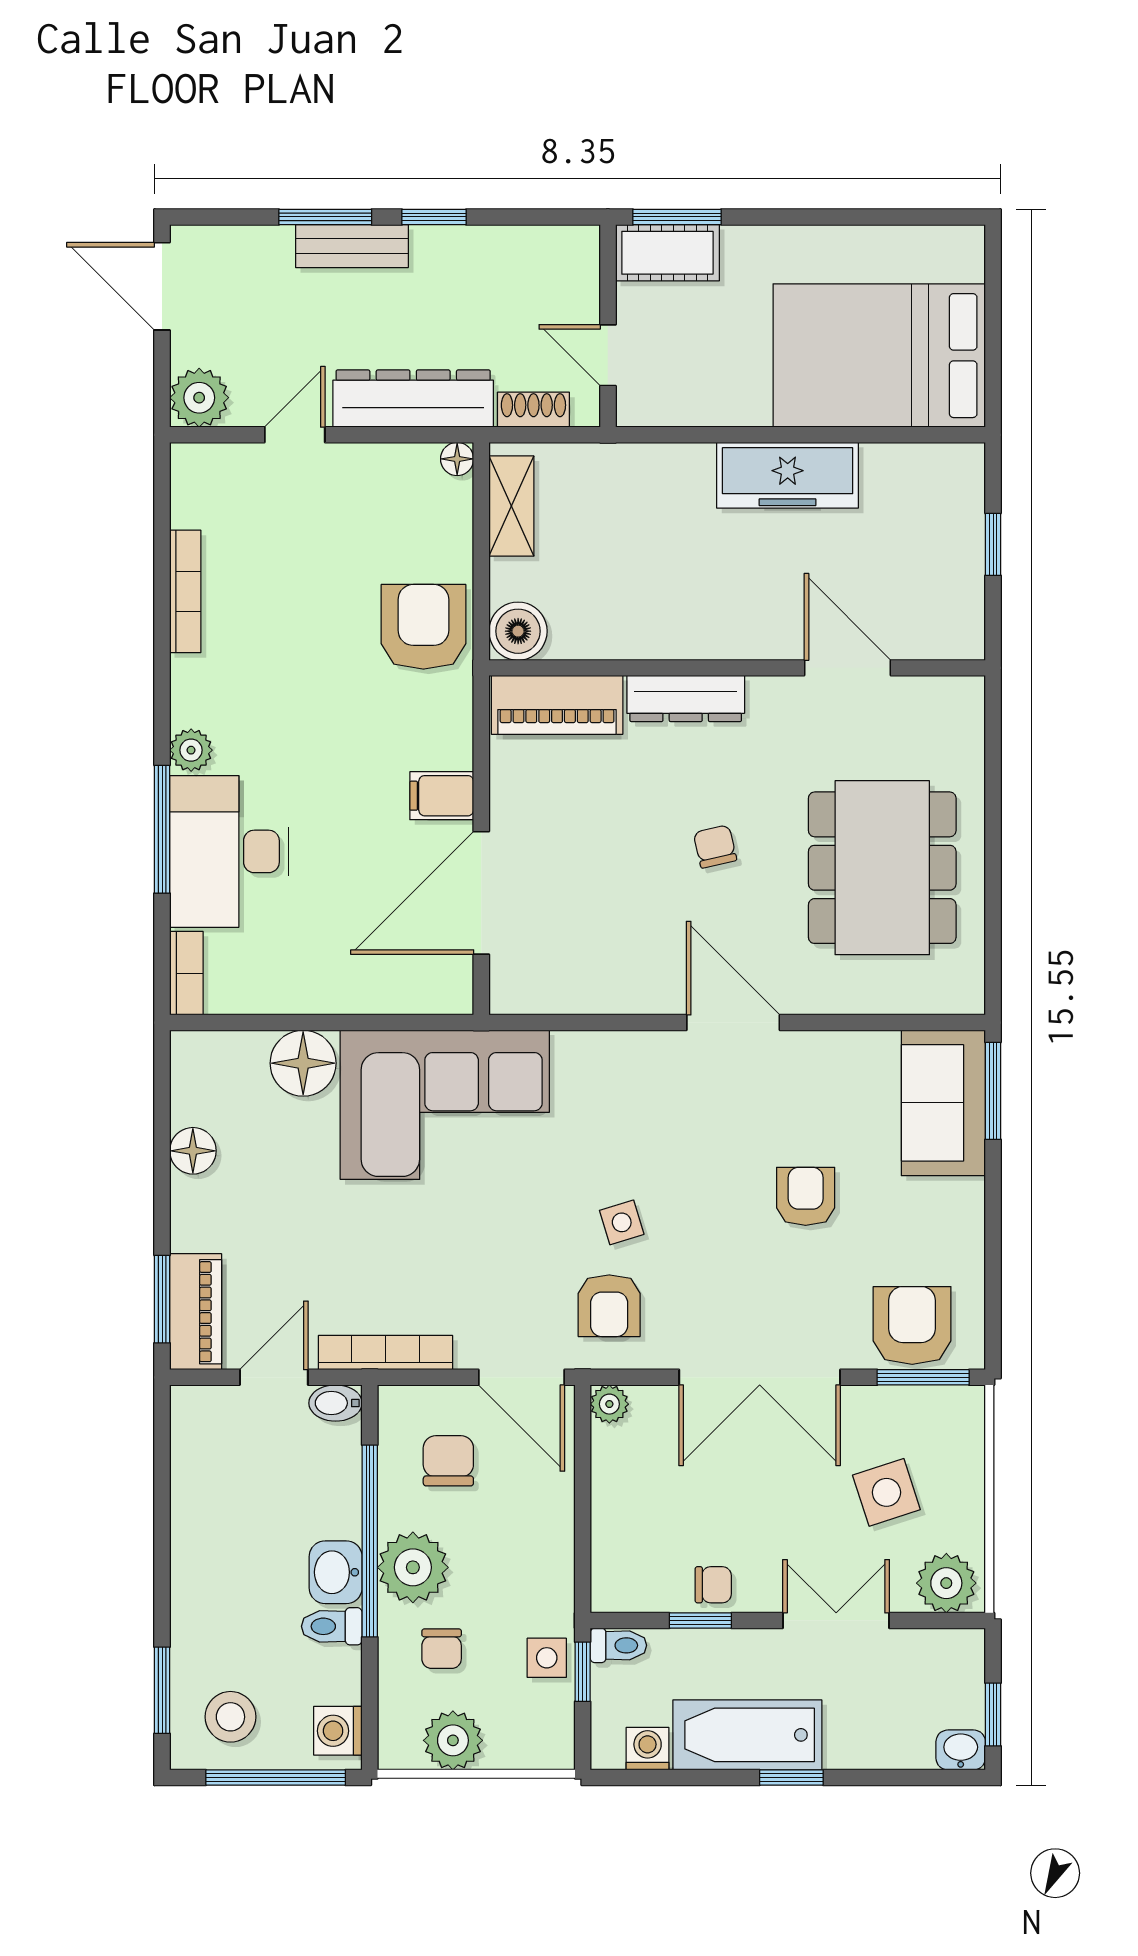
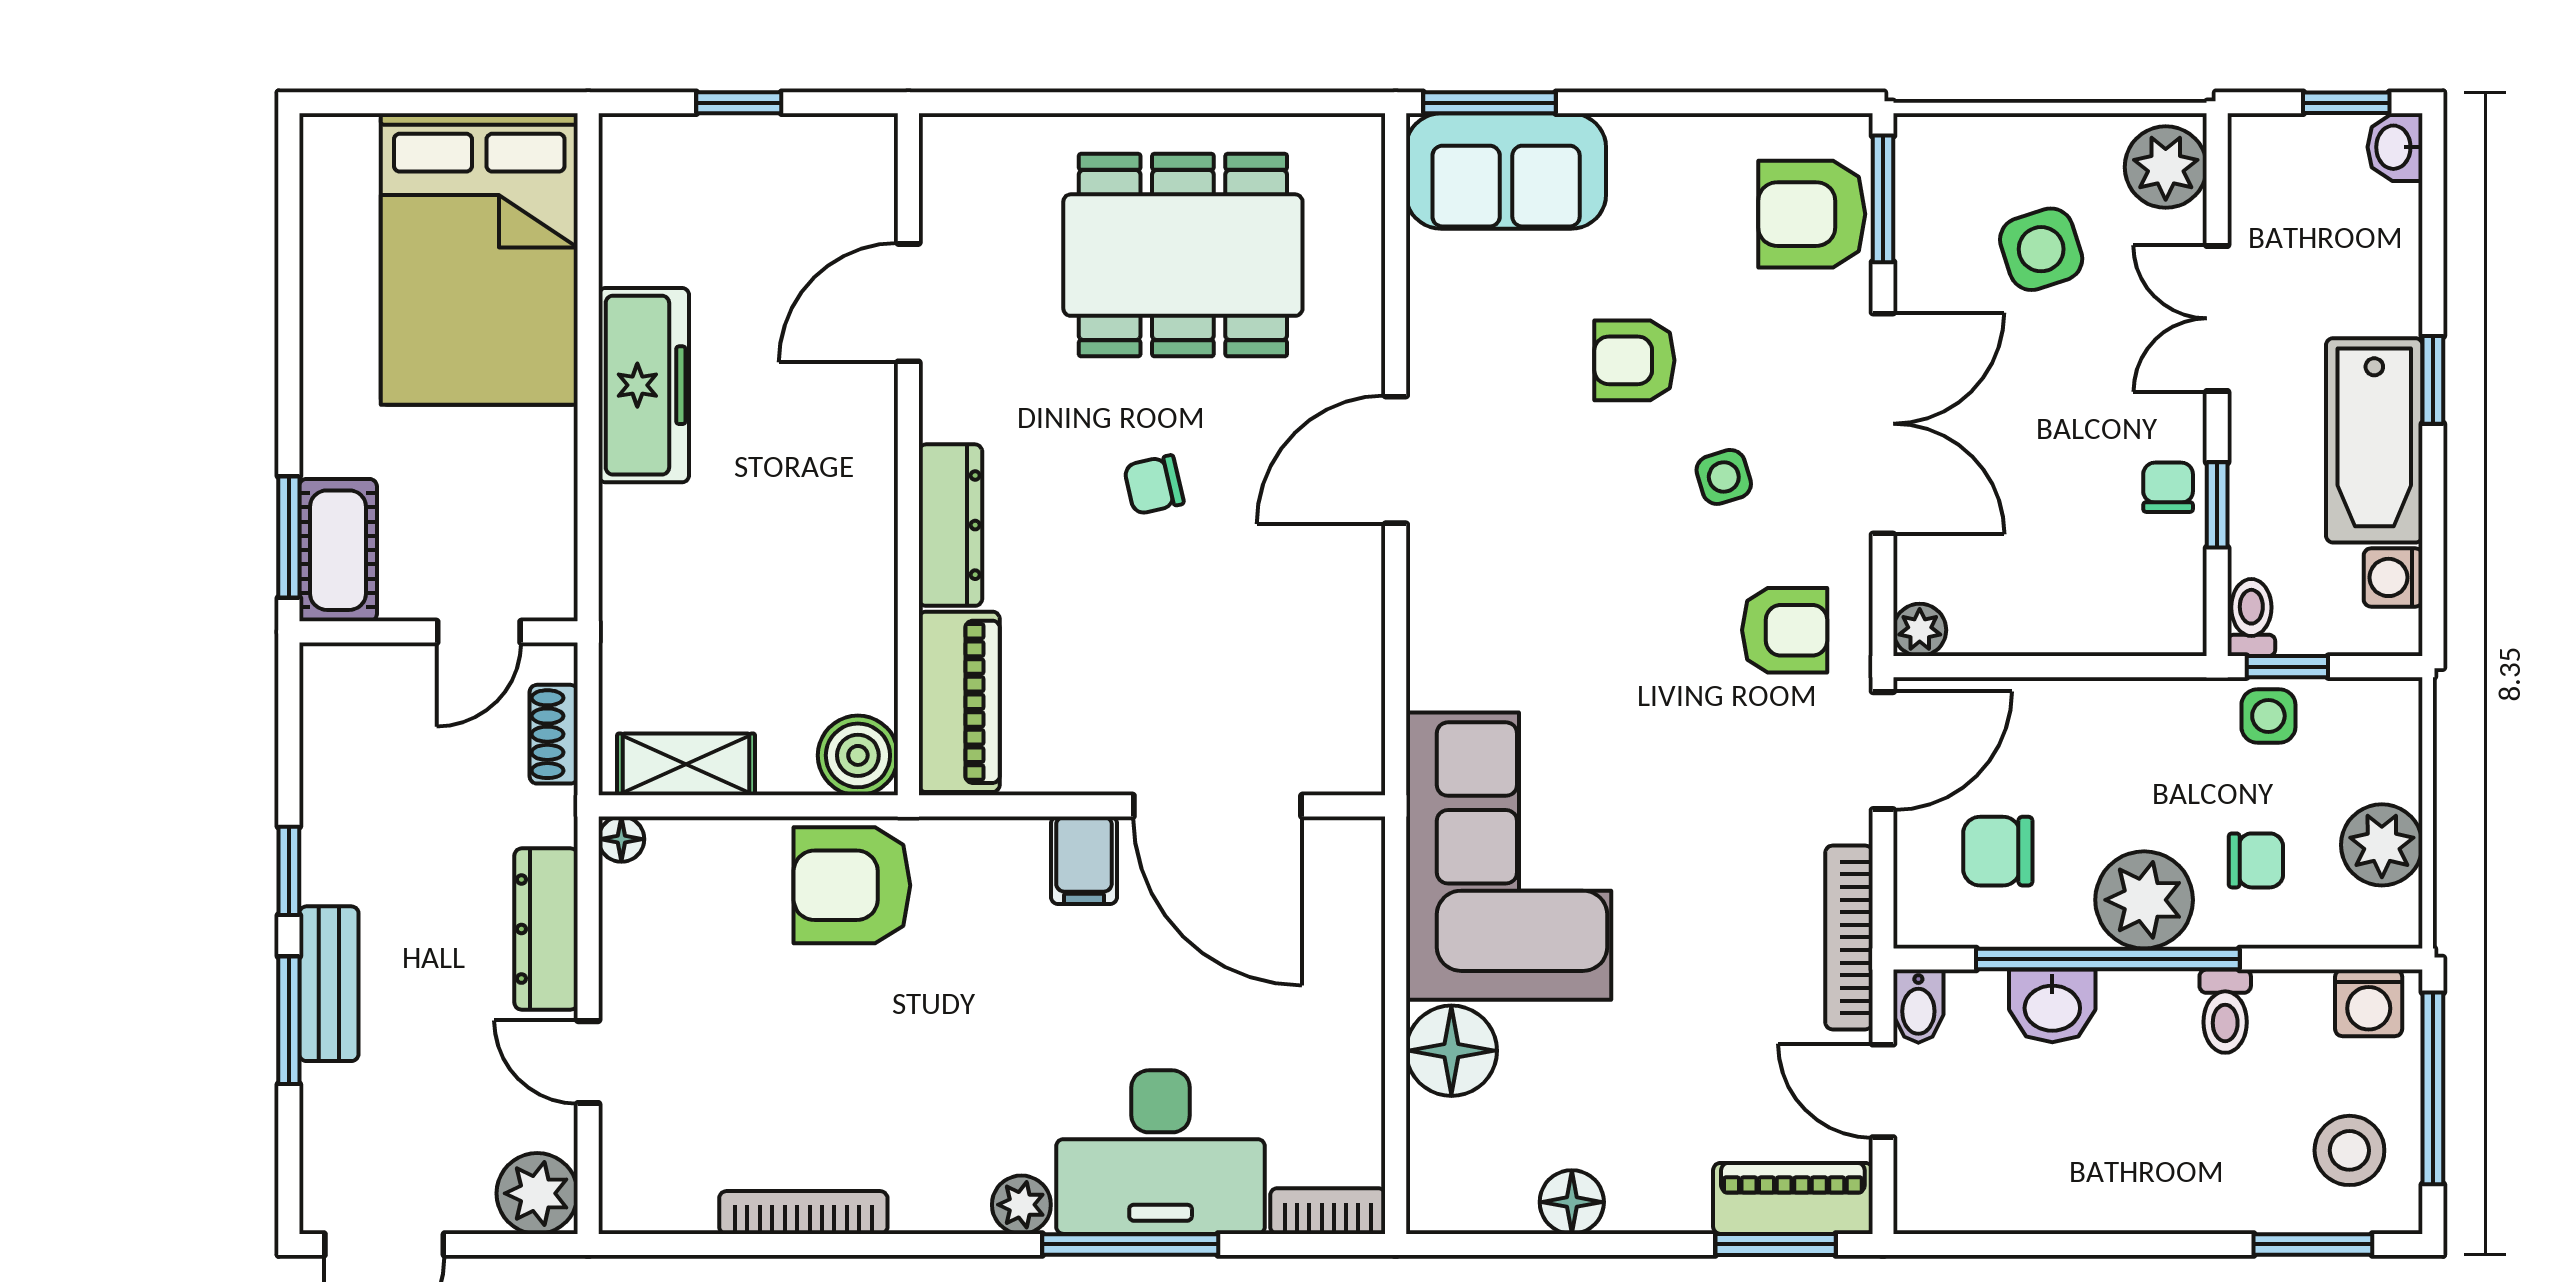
dresser: (413, 399) -> (546, 929), width x0.73, depth x0.80
side table: (622, 1222) -> (1724, 477), moved
washbasin: (336, 1572) -> (2052, 1006), moved

